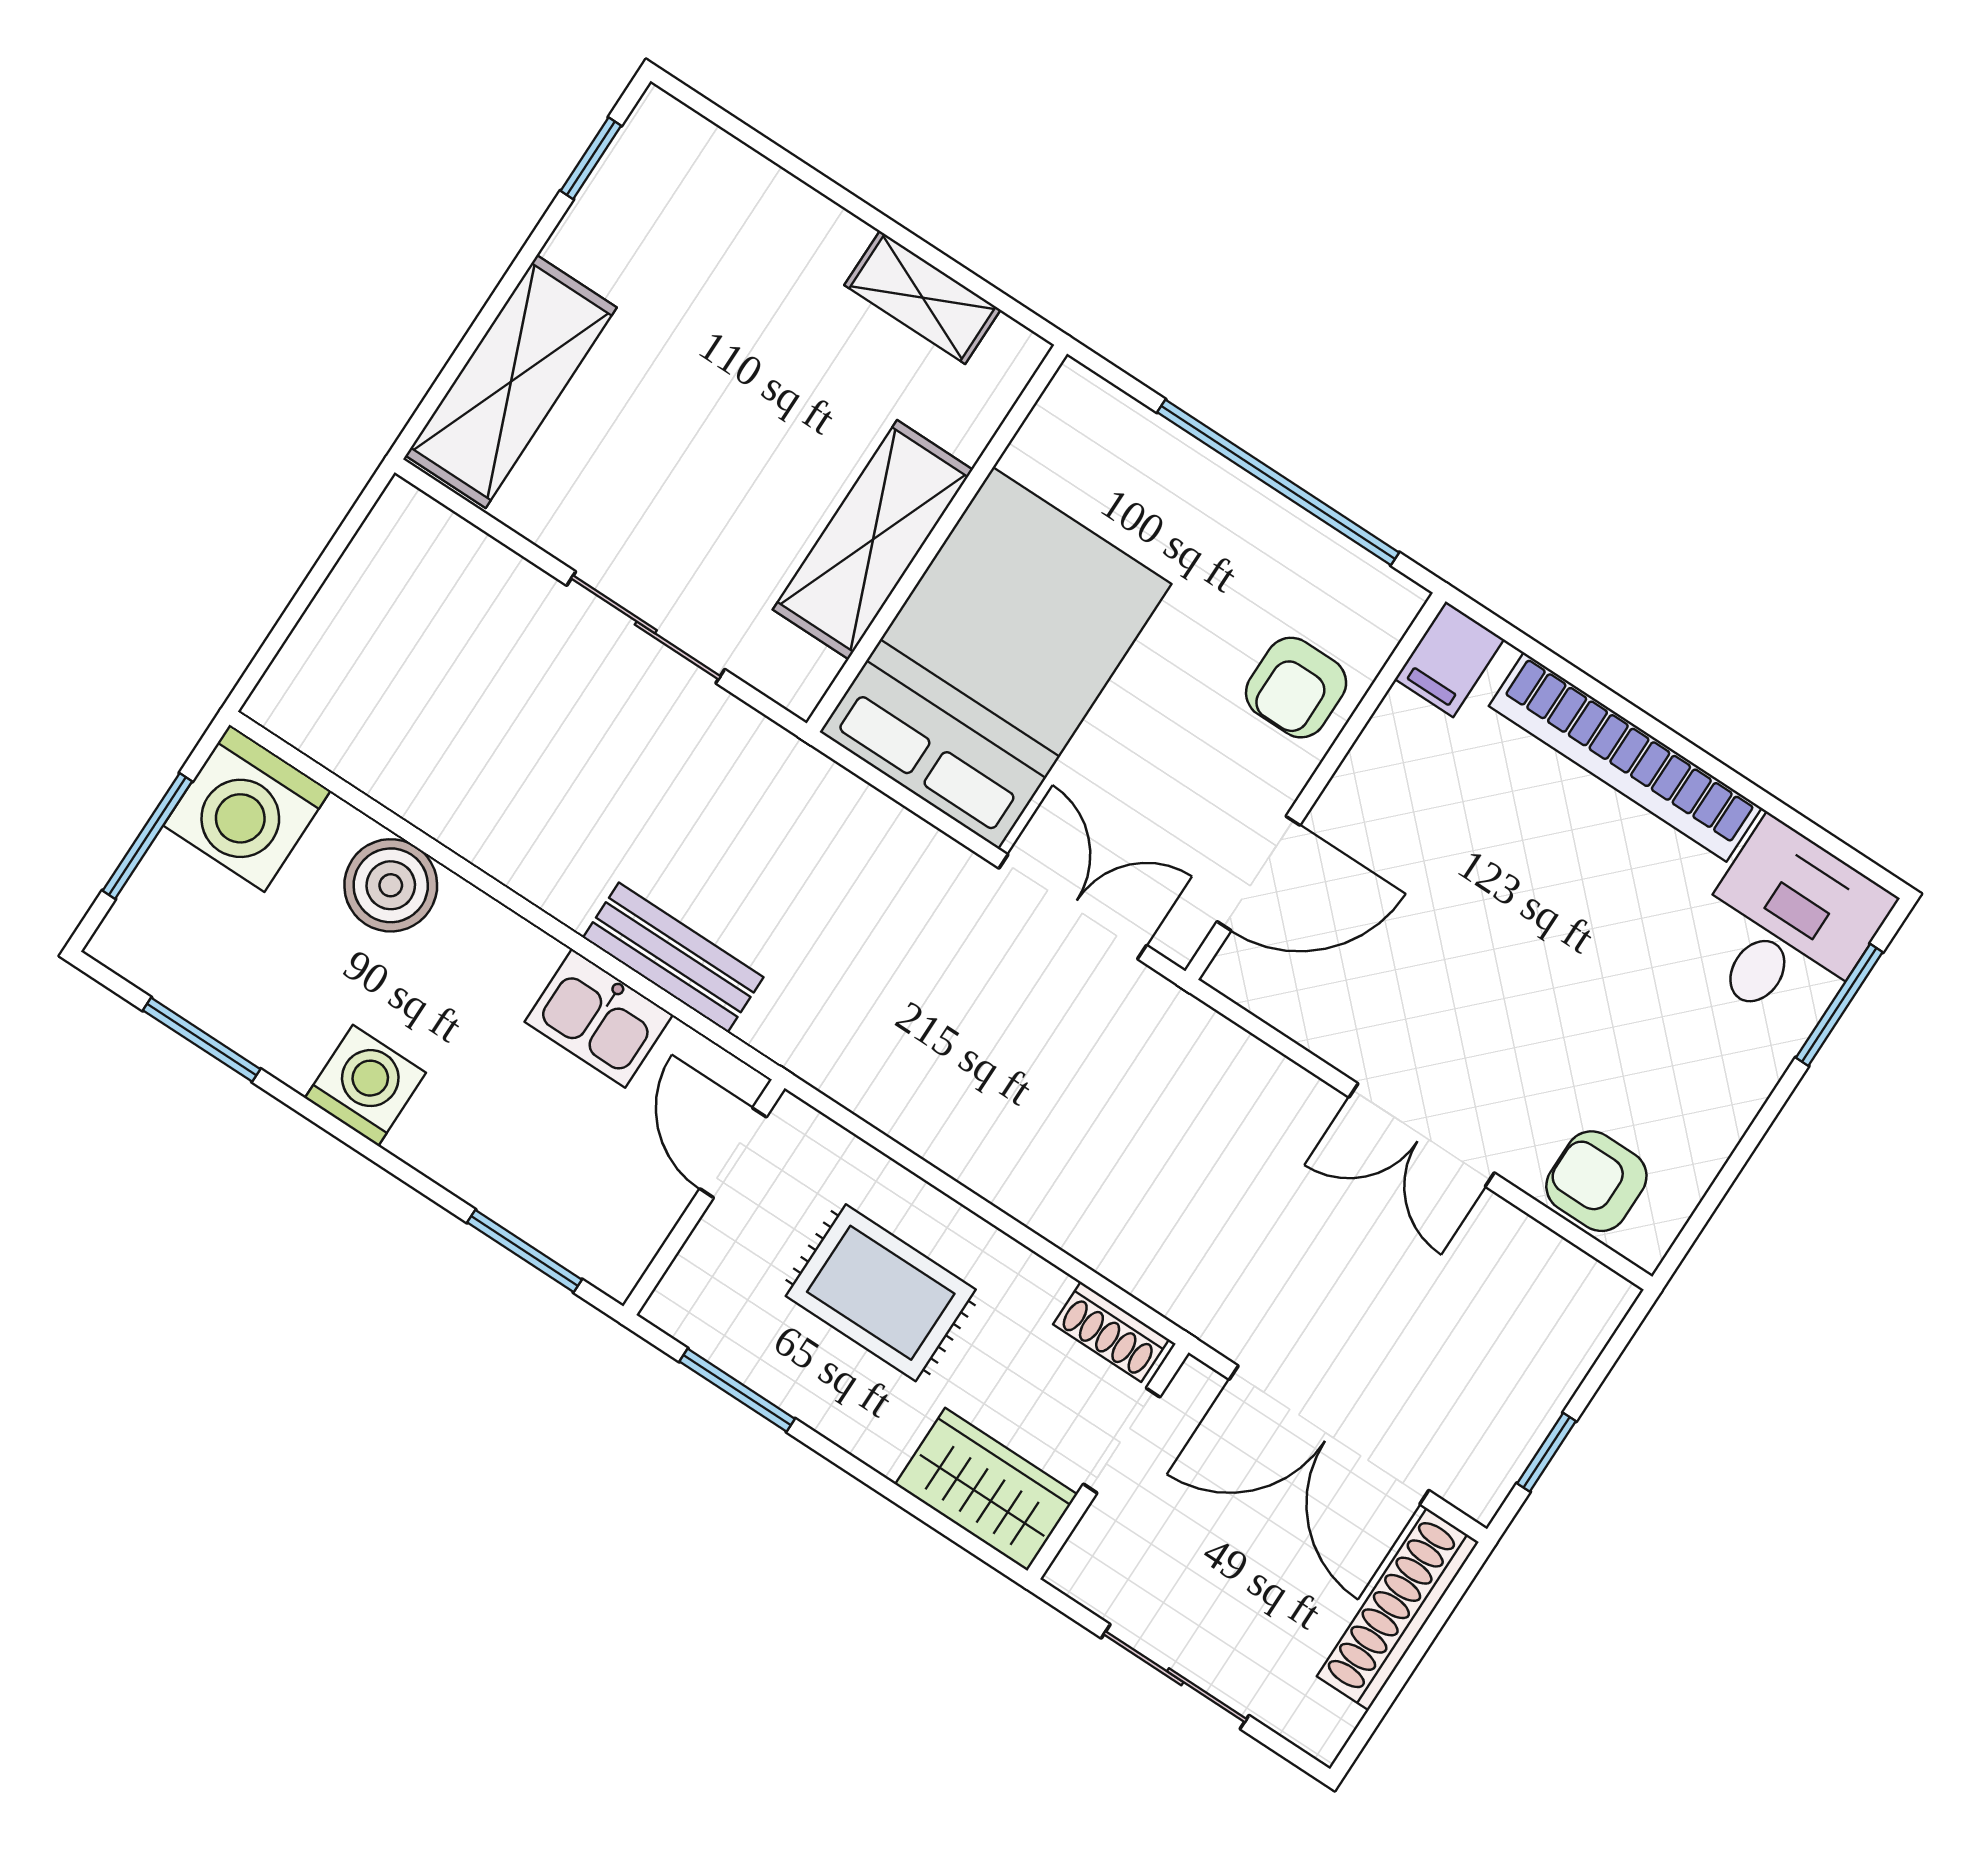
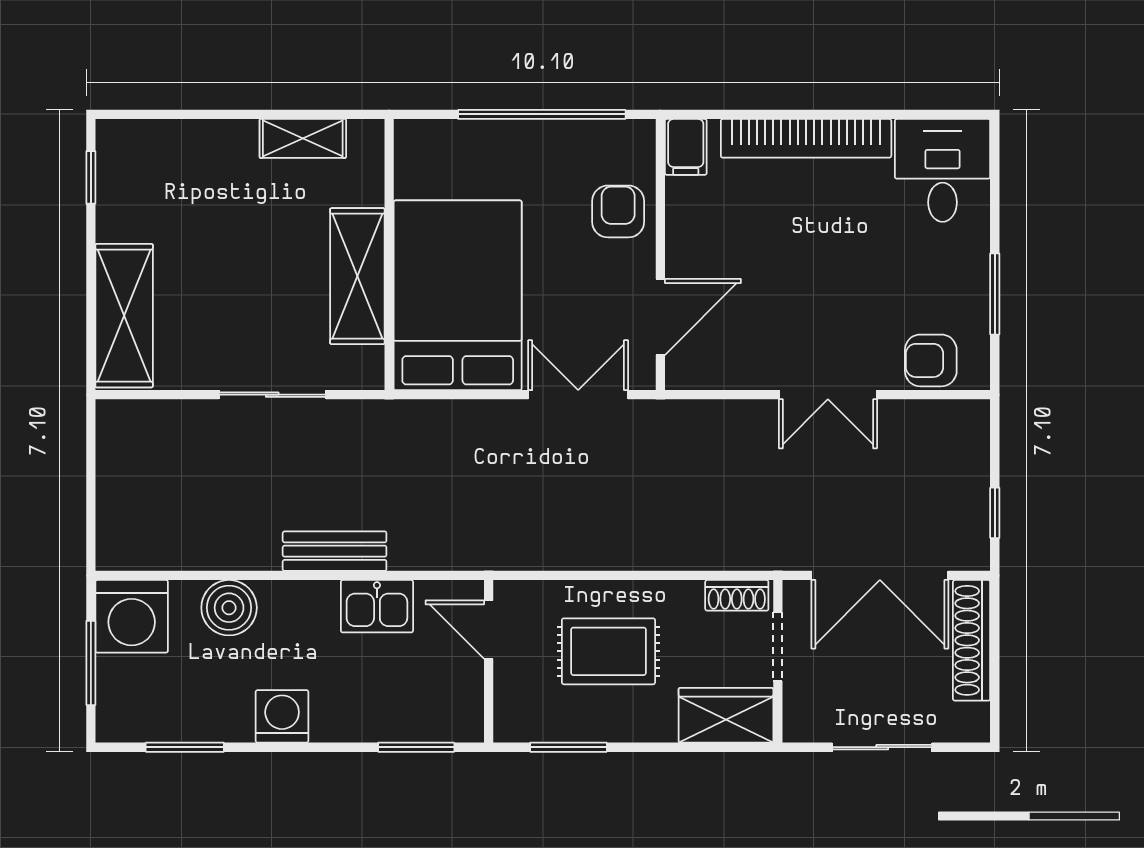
armchair: (1296, 688) -> (618, 211), turned 180
bench: (673, 957) -> (335, 551), moved
window: (1839, 1005) -> (995, 294), moved

